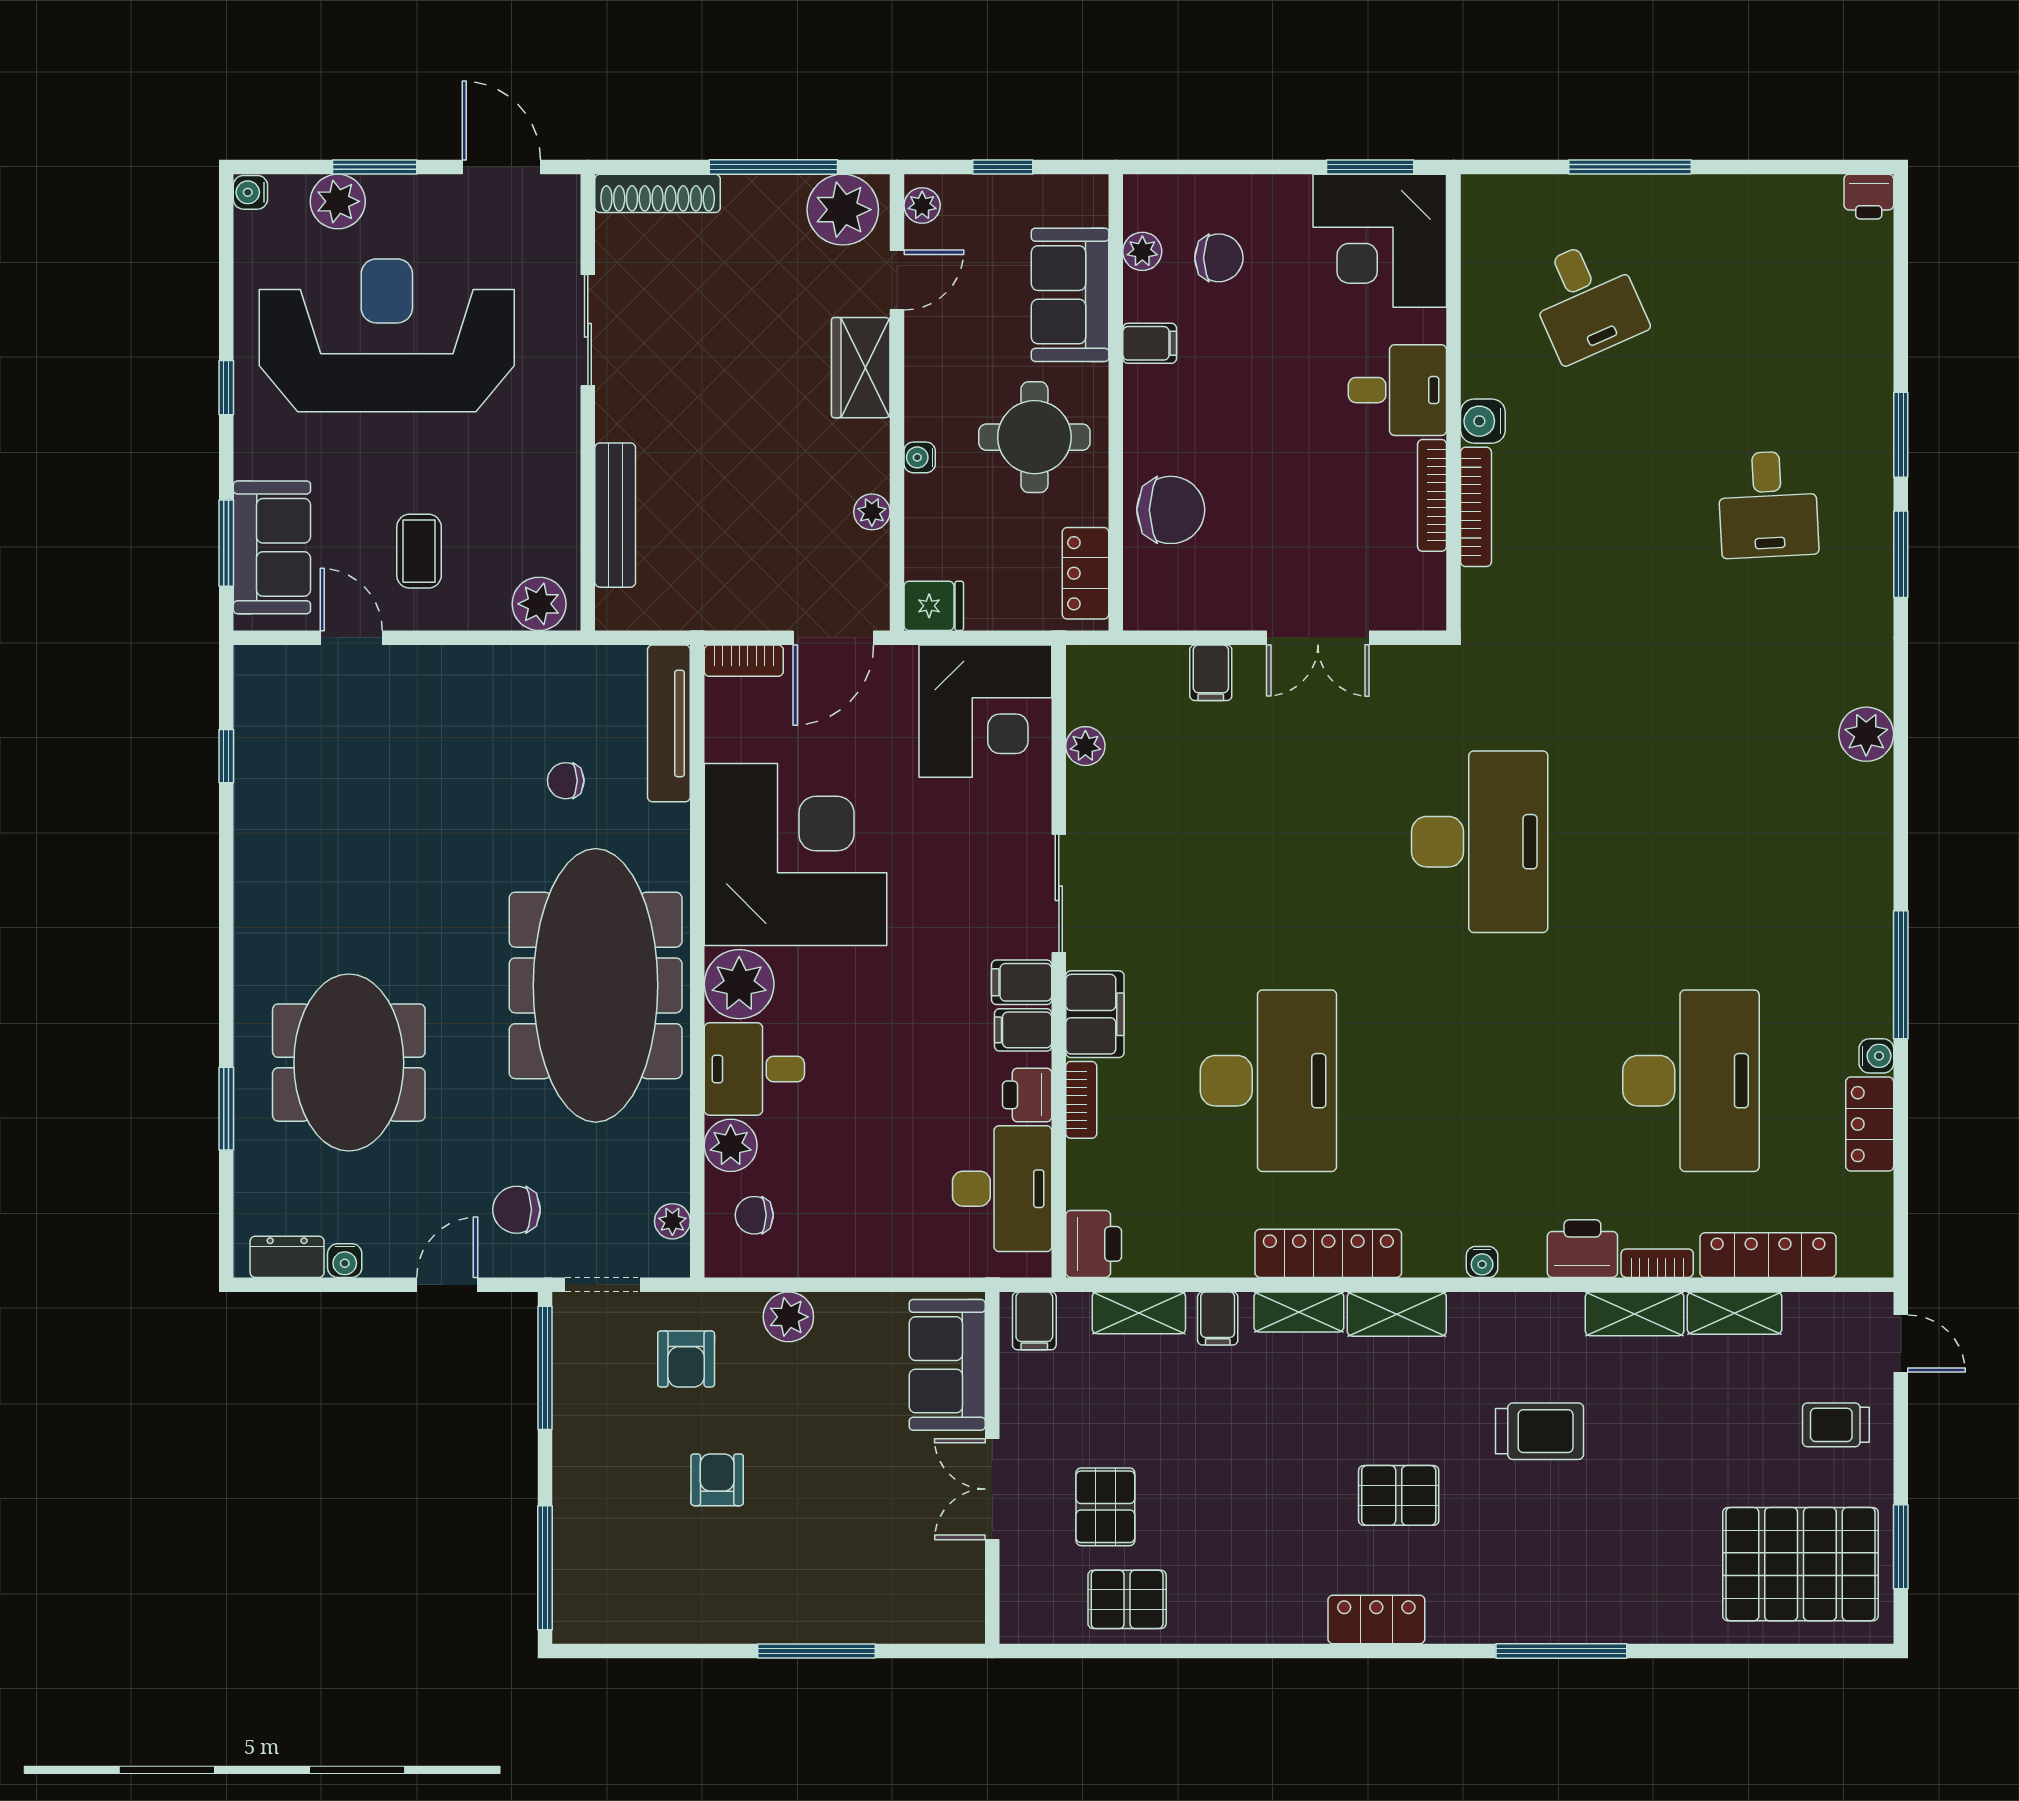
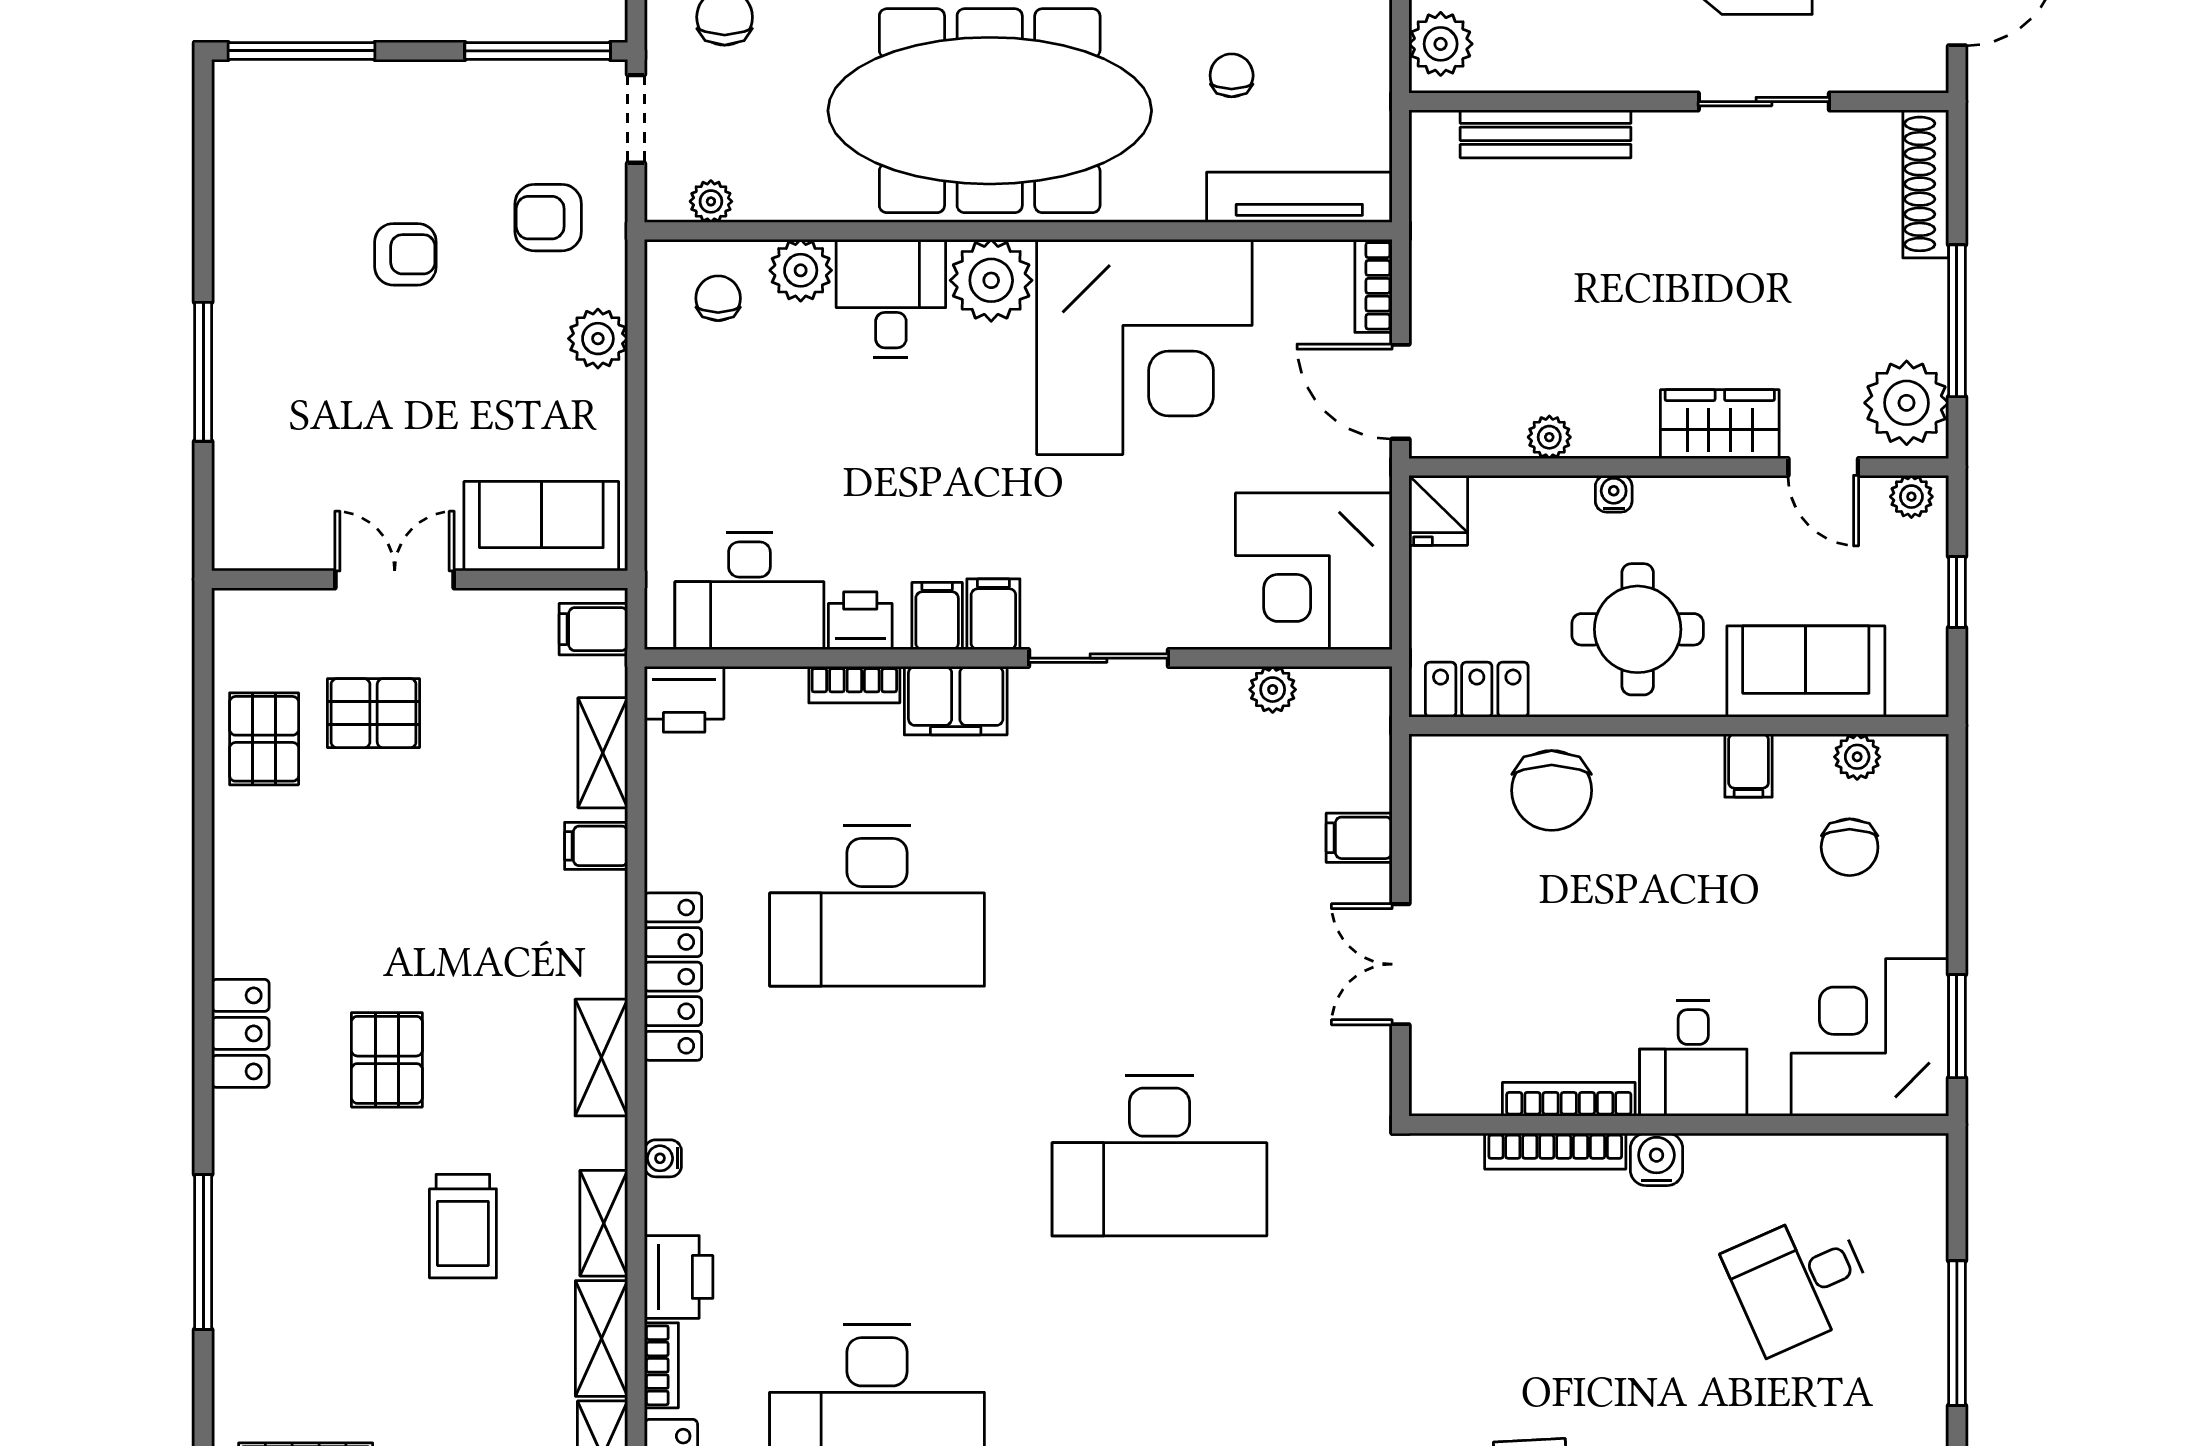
shelving: (1299, 1312) -> (604, 1223), moved

